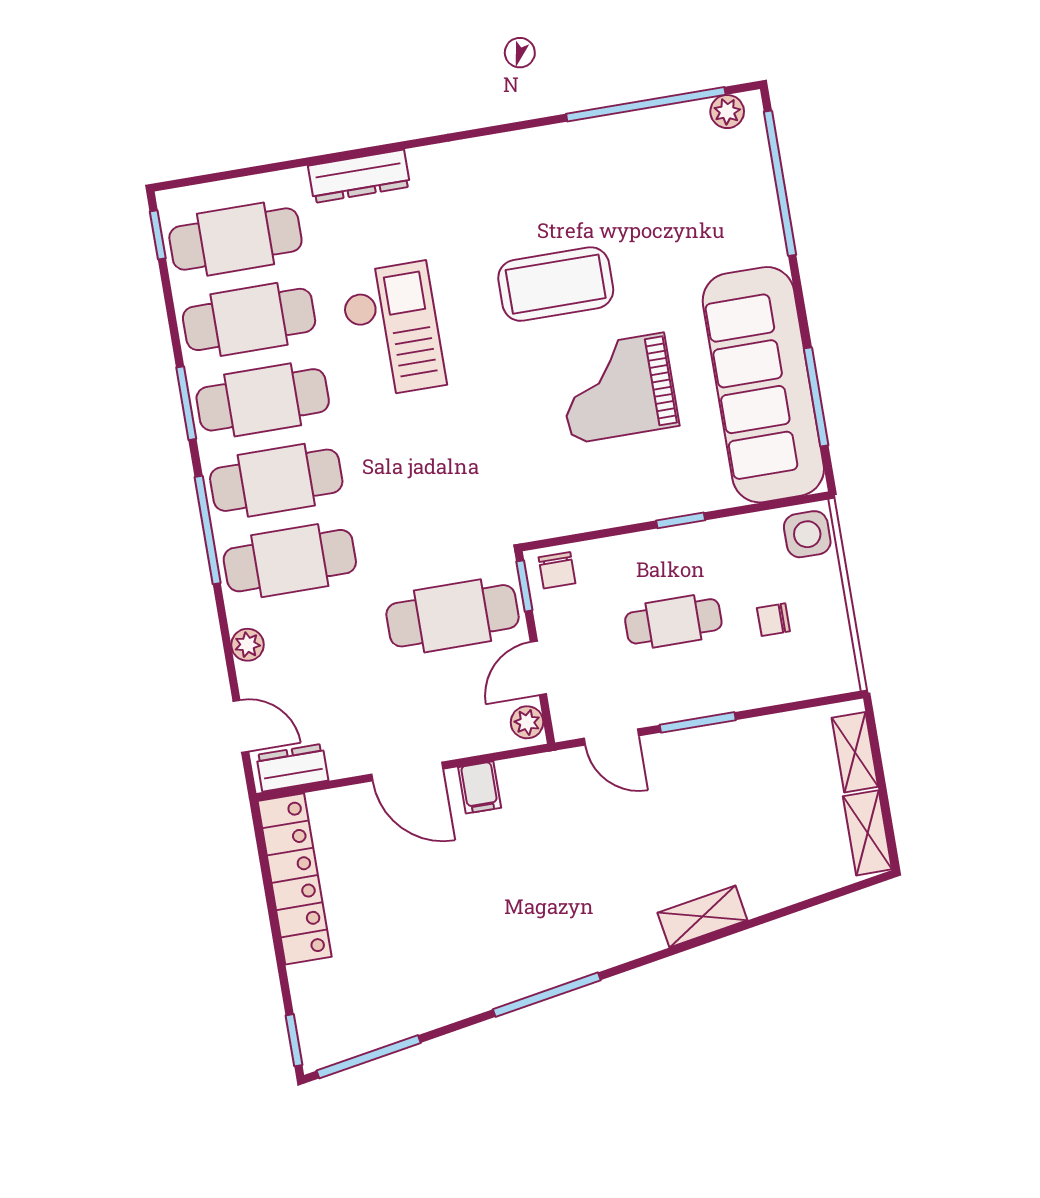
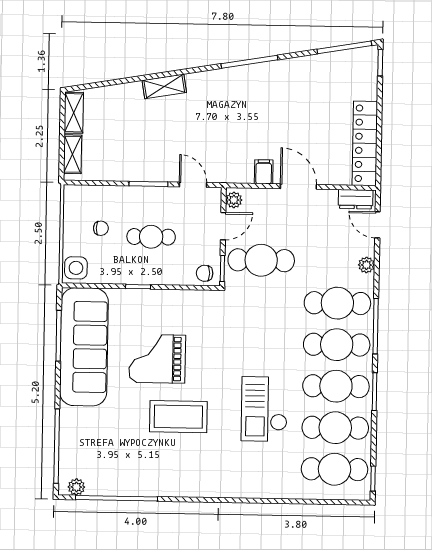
dresser: (359, 176) -> (267, 489), removed
grand piano: (618, 388) -> (157, 359), turned 180
chair: (557, 570) -> (205, 273), turned -90

